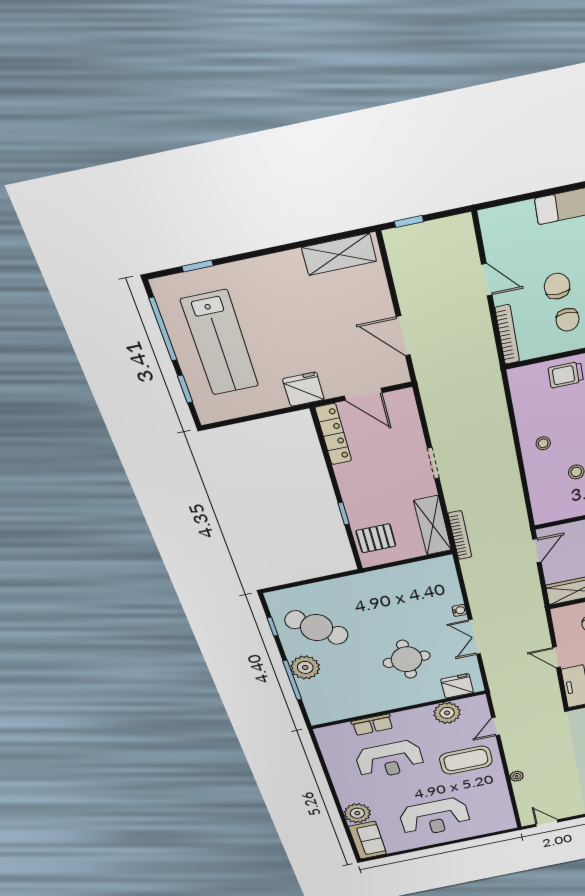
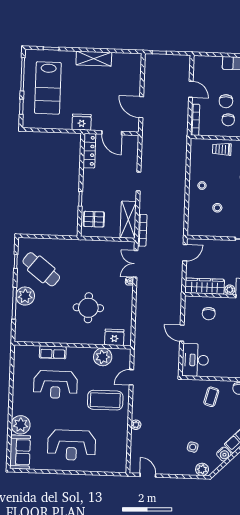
shelving: (339, 254) -> (94, 59), moved
chair: (557, 286) -> (226, 101), turned 180
double door: (474, 637) -> (136, 264), moved

